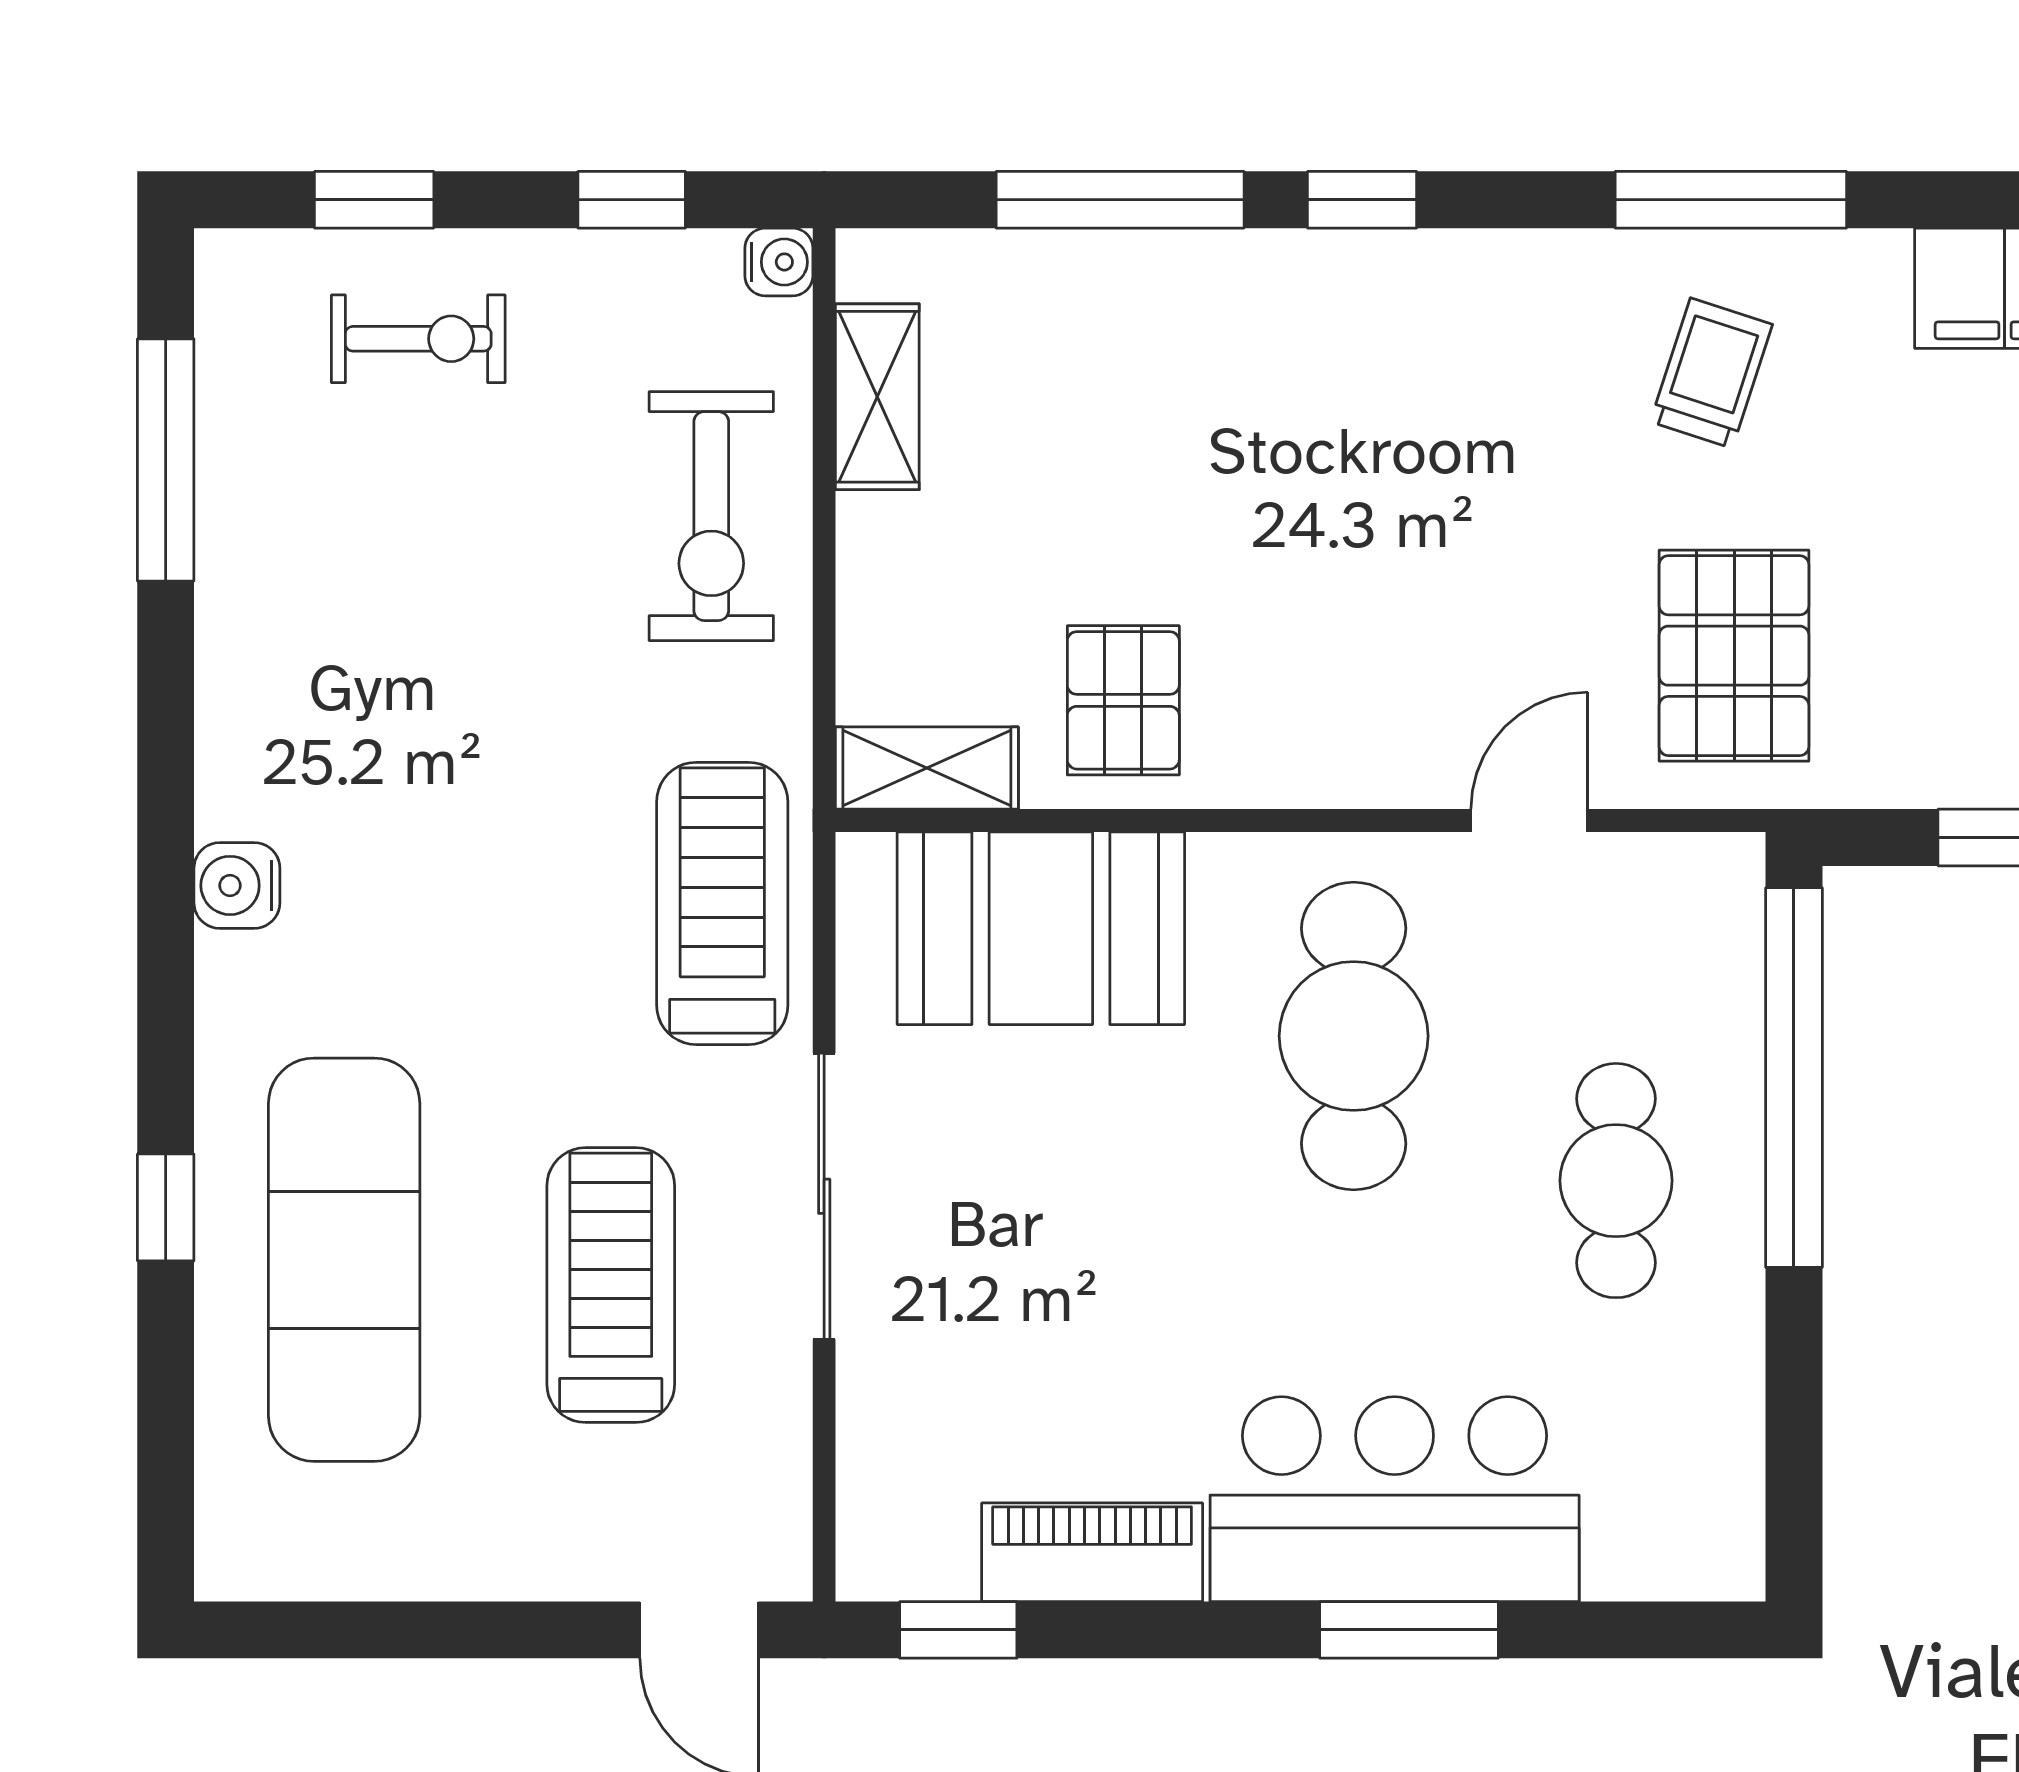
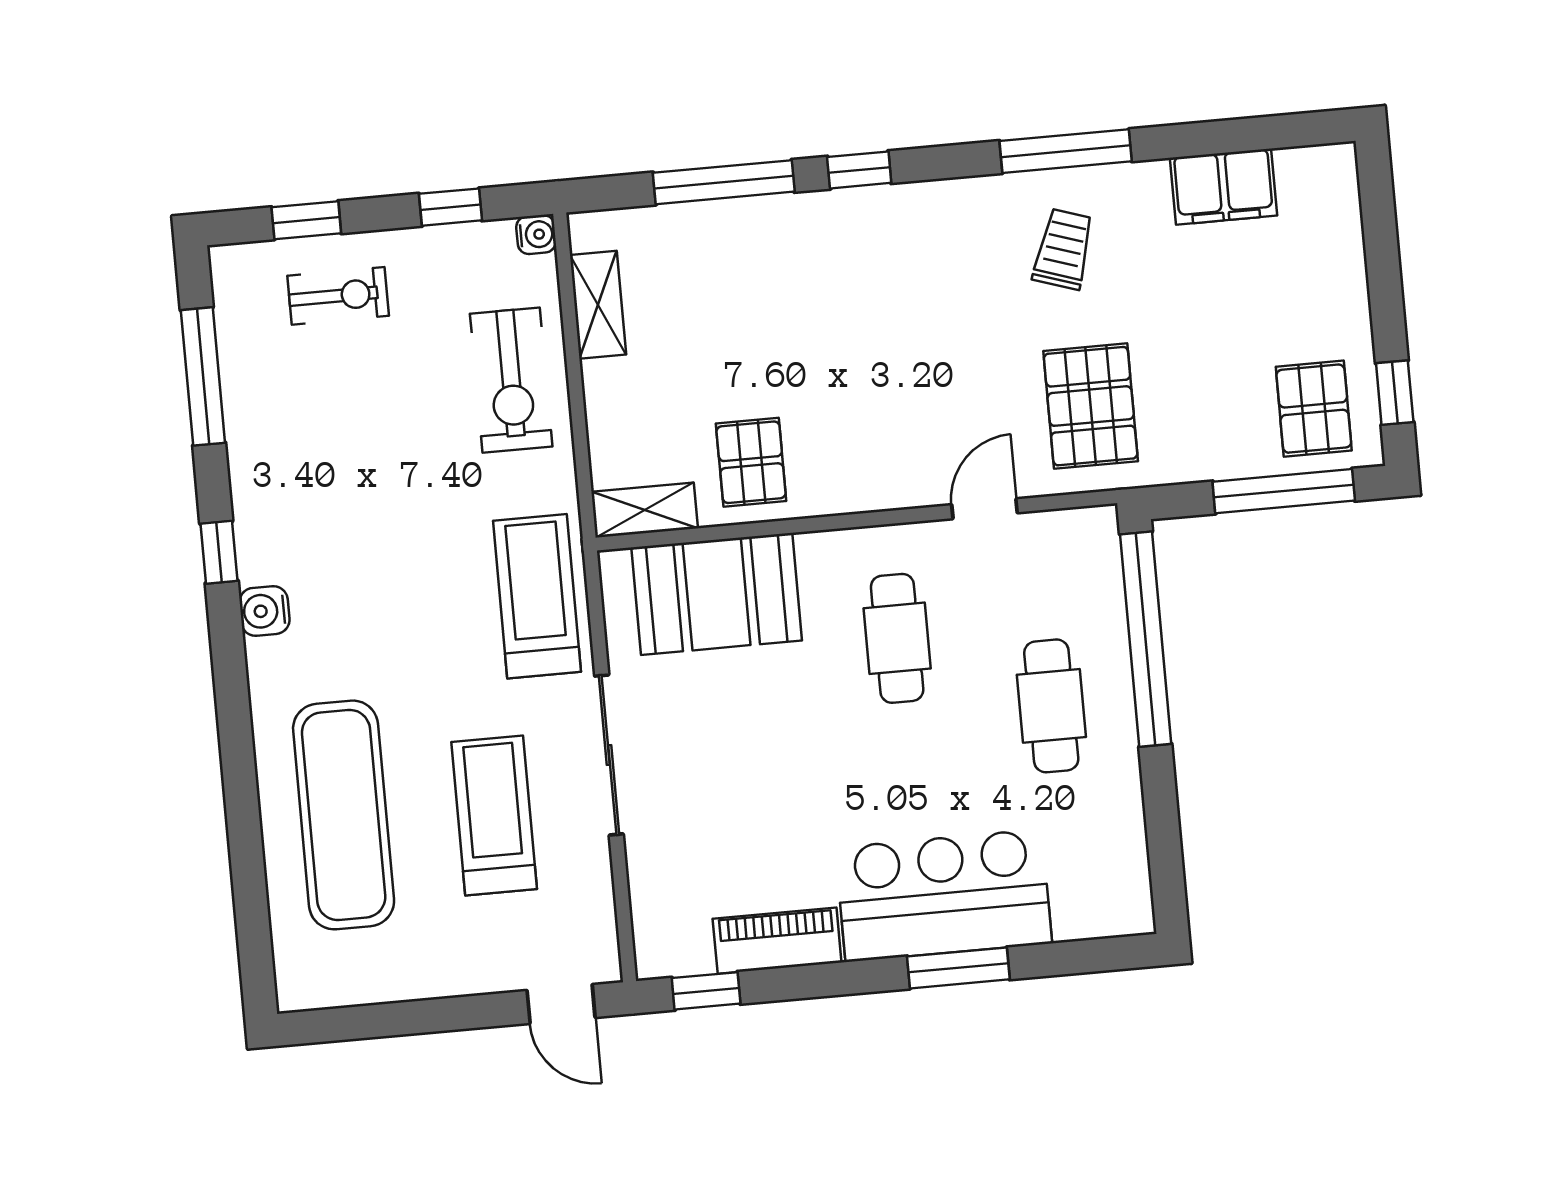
cafe table: (1354, 1036) -> (897, 638), width x0.73, depth x0.74
window: (166, 1207) -> (219, 552), moved

